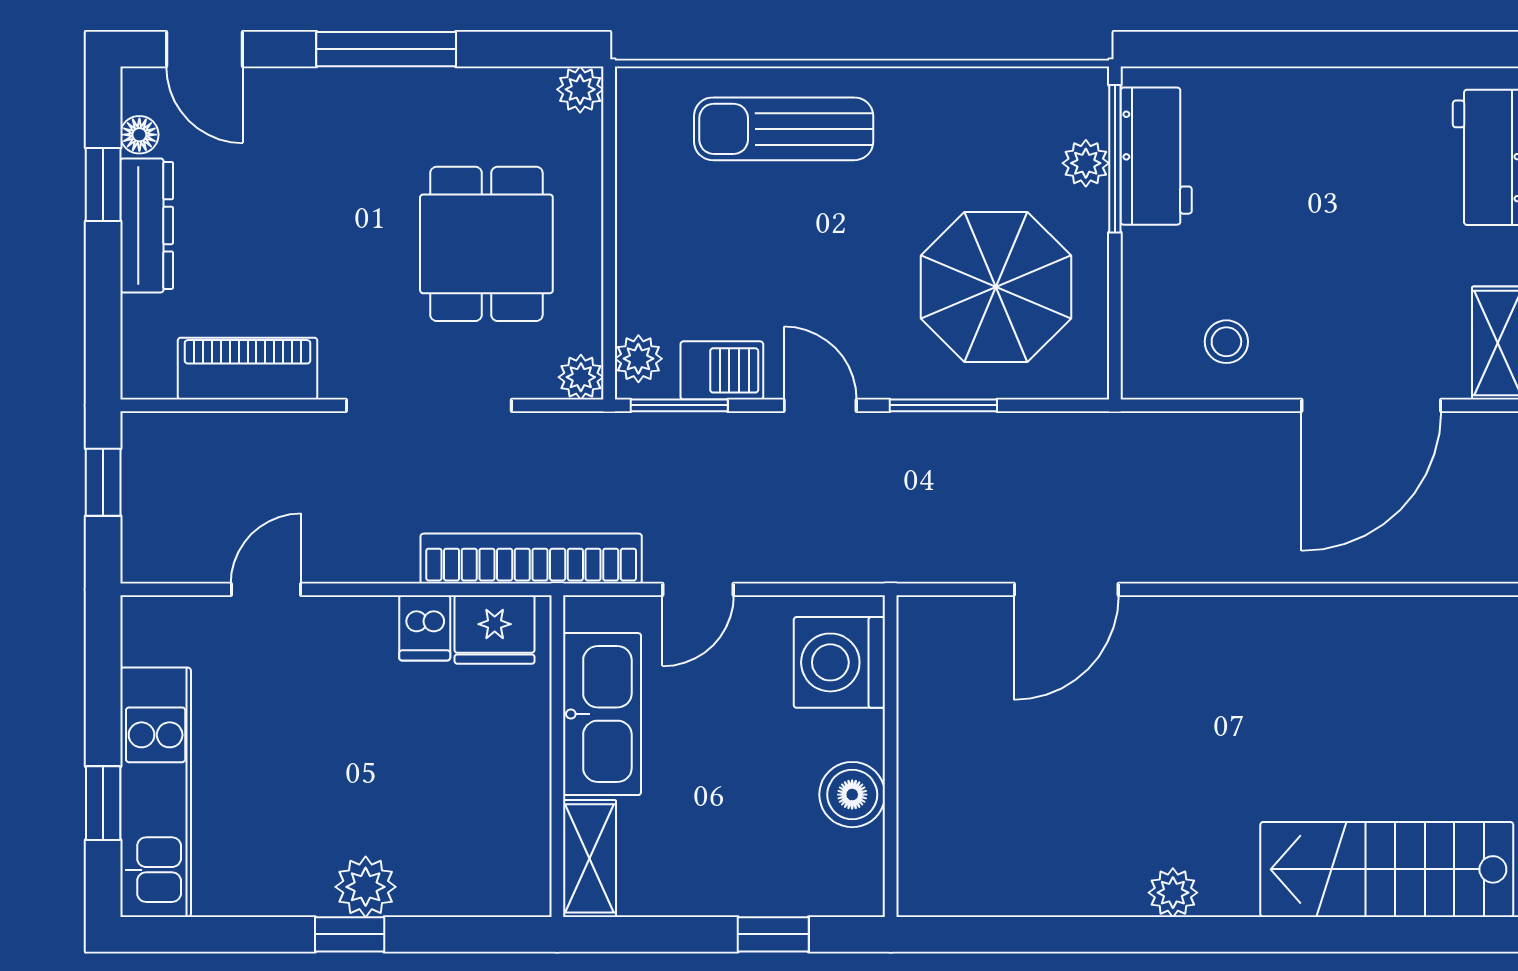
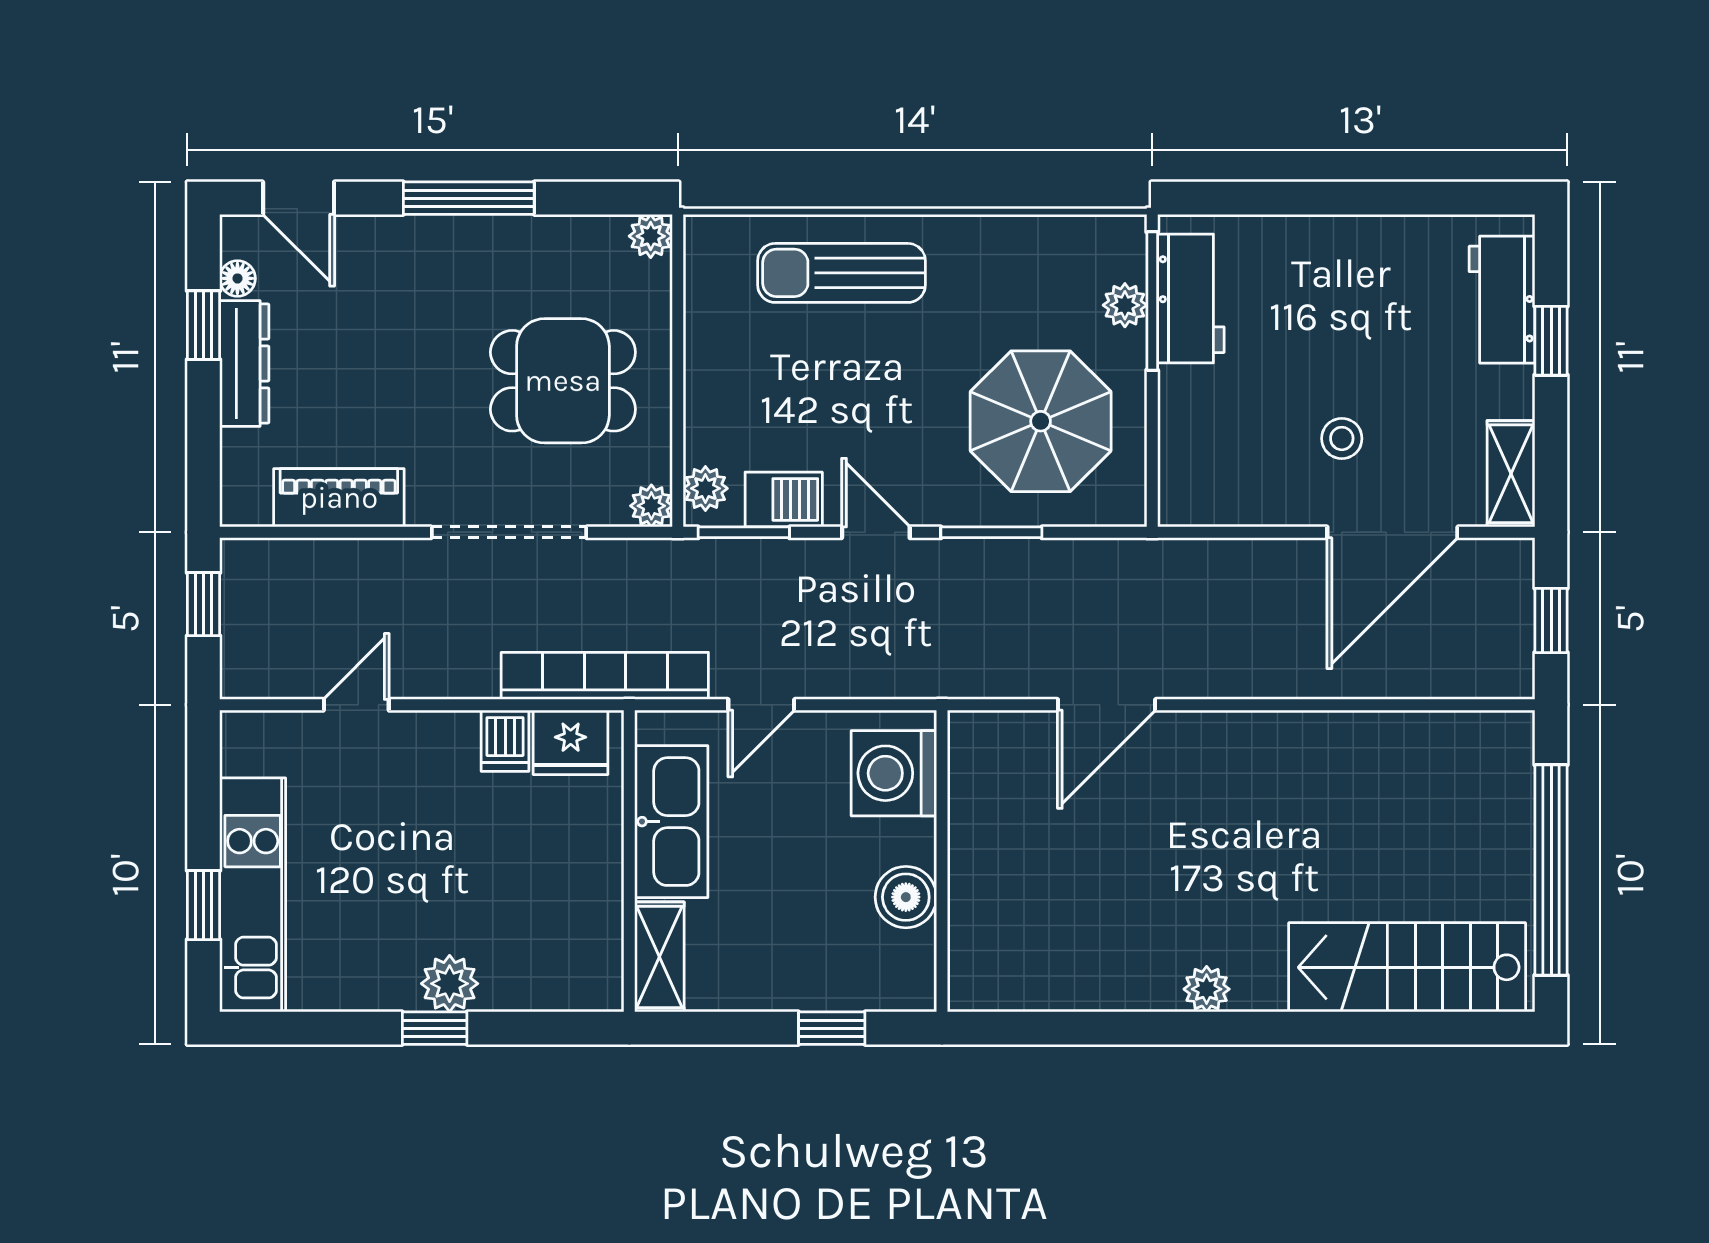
dining table: (486, 244) -> (563, 381), turned 90
stool: (1226, 342) -> (1342, 438), moved

